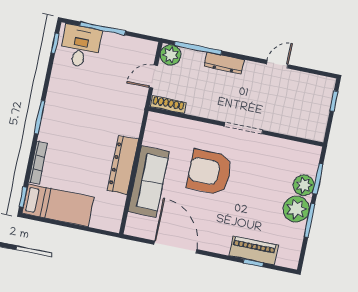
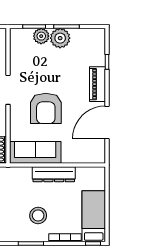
stool: (74, 134) -> (38, 215), added
sofa: (149, 182) -> (35, 152), moved
piano: (253, 250) -> (97, 84), moved

